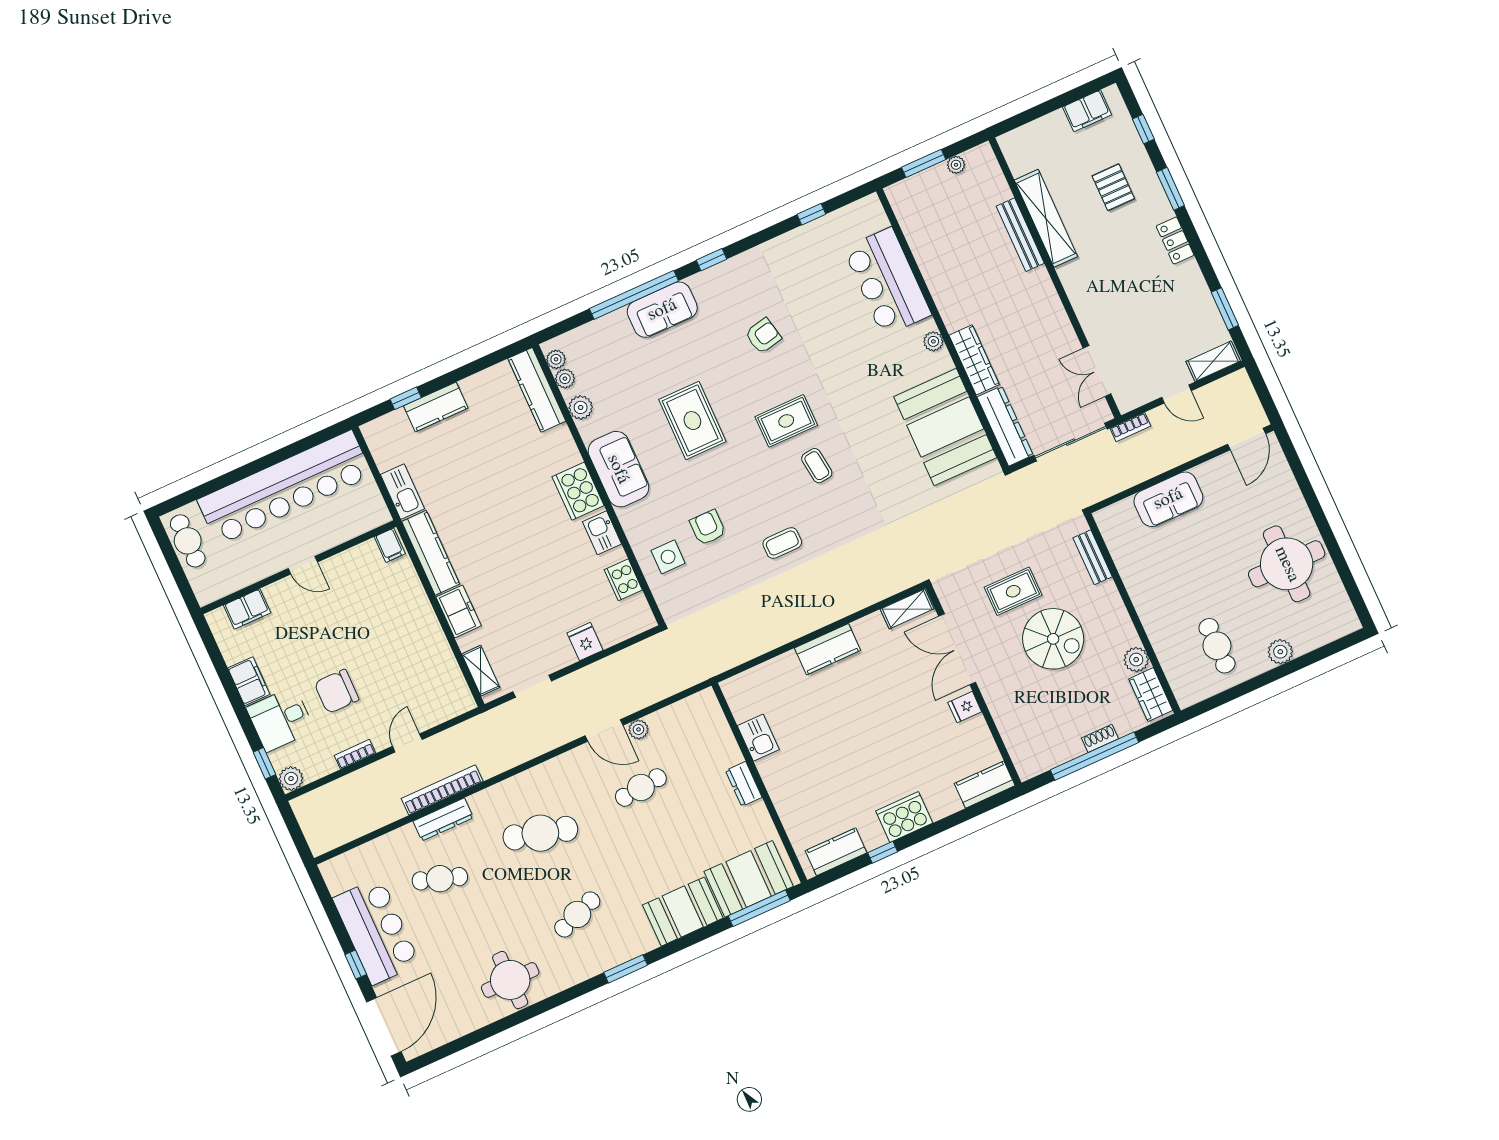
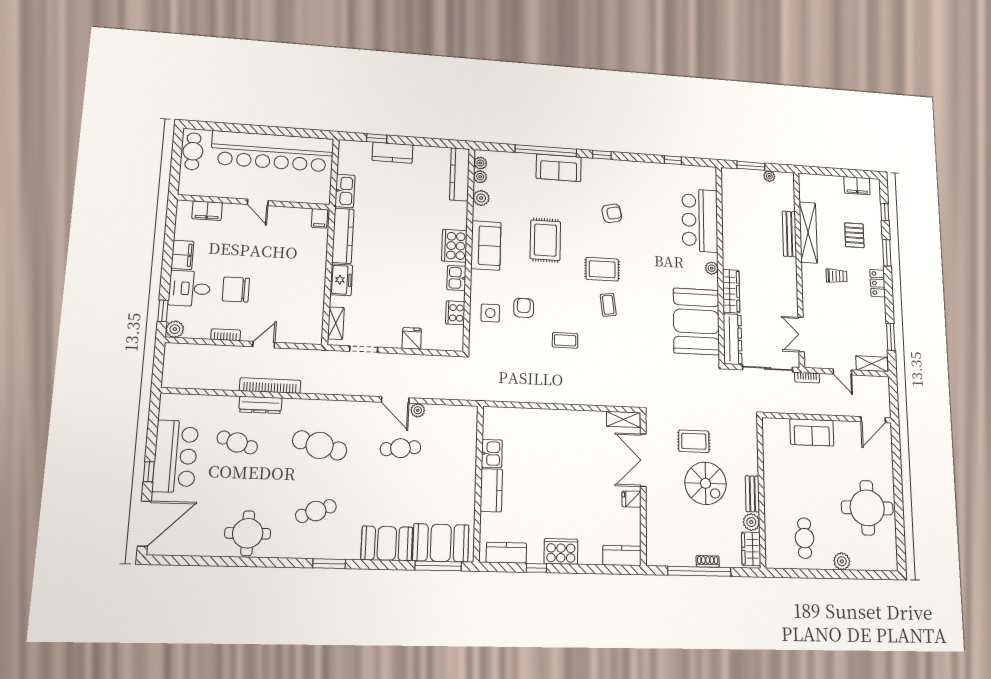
trolley: (1112, 261) -> (837, 276), added
bench: (1093, 557) -> (752, 494), moved
kitchen counter: (827, 649) -> (491, 490), moved, turned -90
dresser: (744, 784) -> (468, 479), removed

